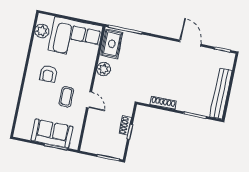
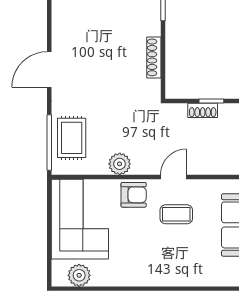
door: (190, 43) -> (49, 70), moved
rug: (112, 44) -> (72, 138), moved, turned 90
armchair: (48, 74) -> (134, 195), moved

